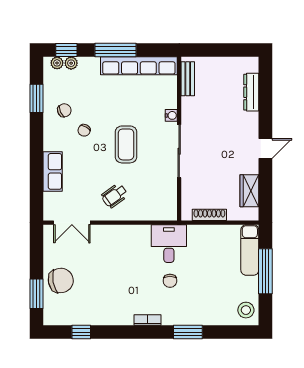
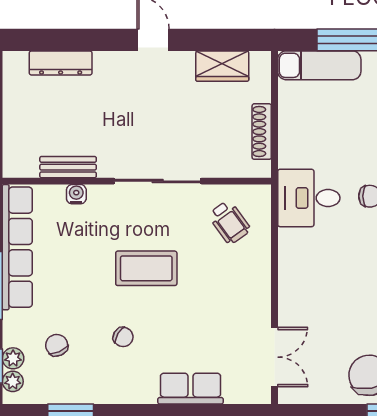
bench: (188, 79) -> (68, 167), moved
chair: (64, 110) -> (57, 345), moved
water cooler: (171, 115) -> (76, 194), moved
wheelchair: (115, 196) -> (229, 222), moved

